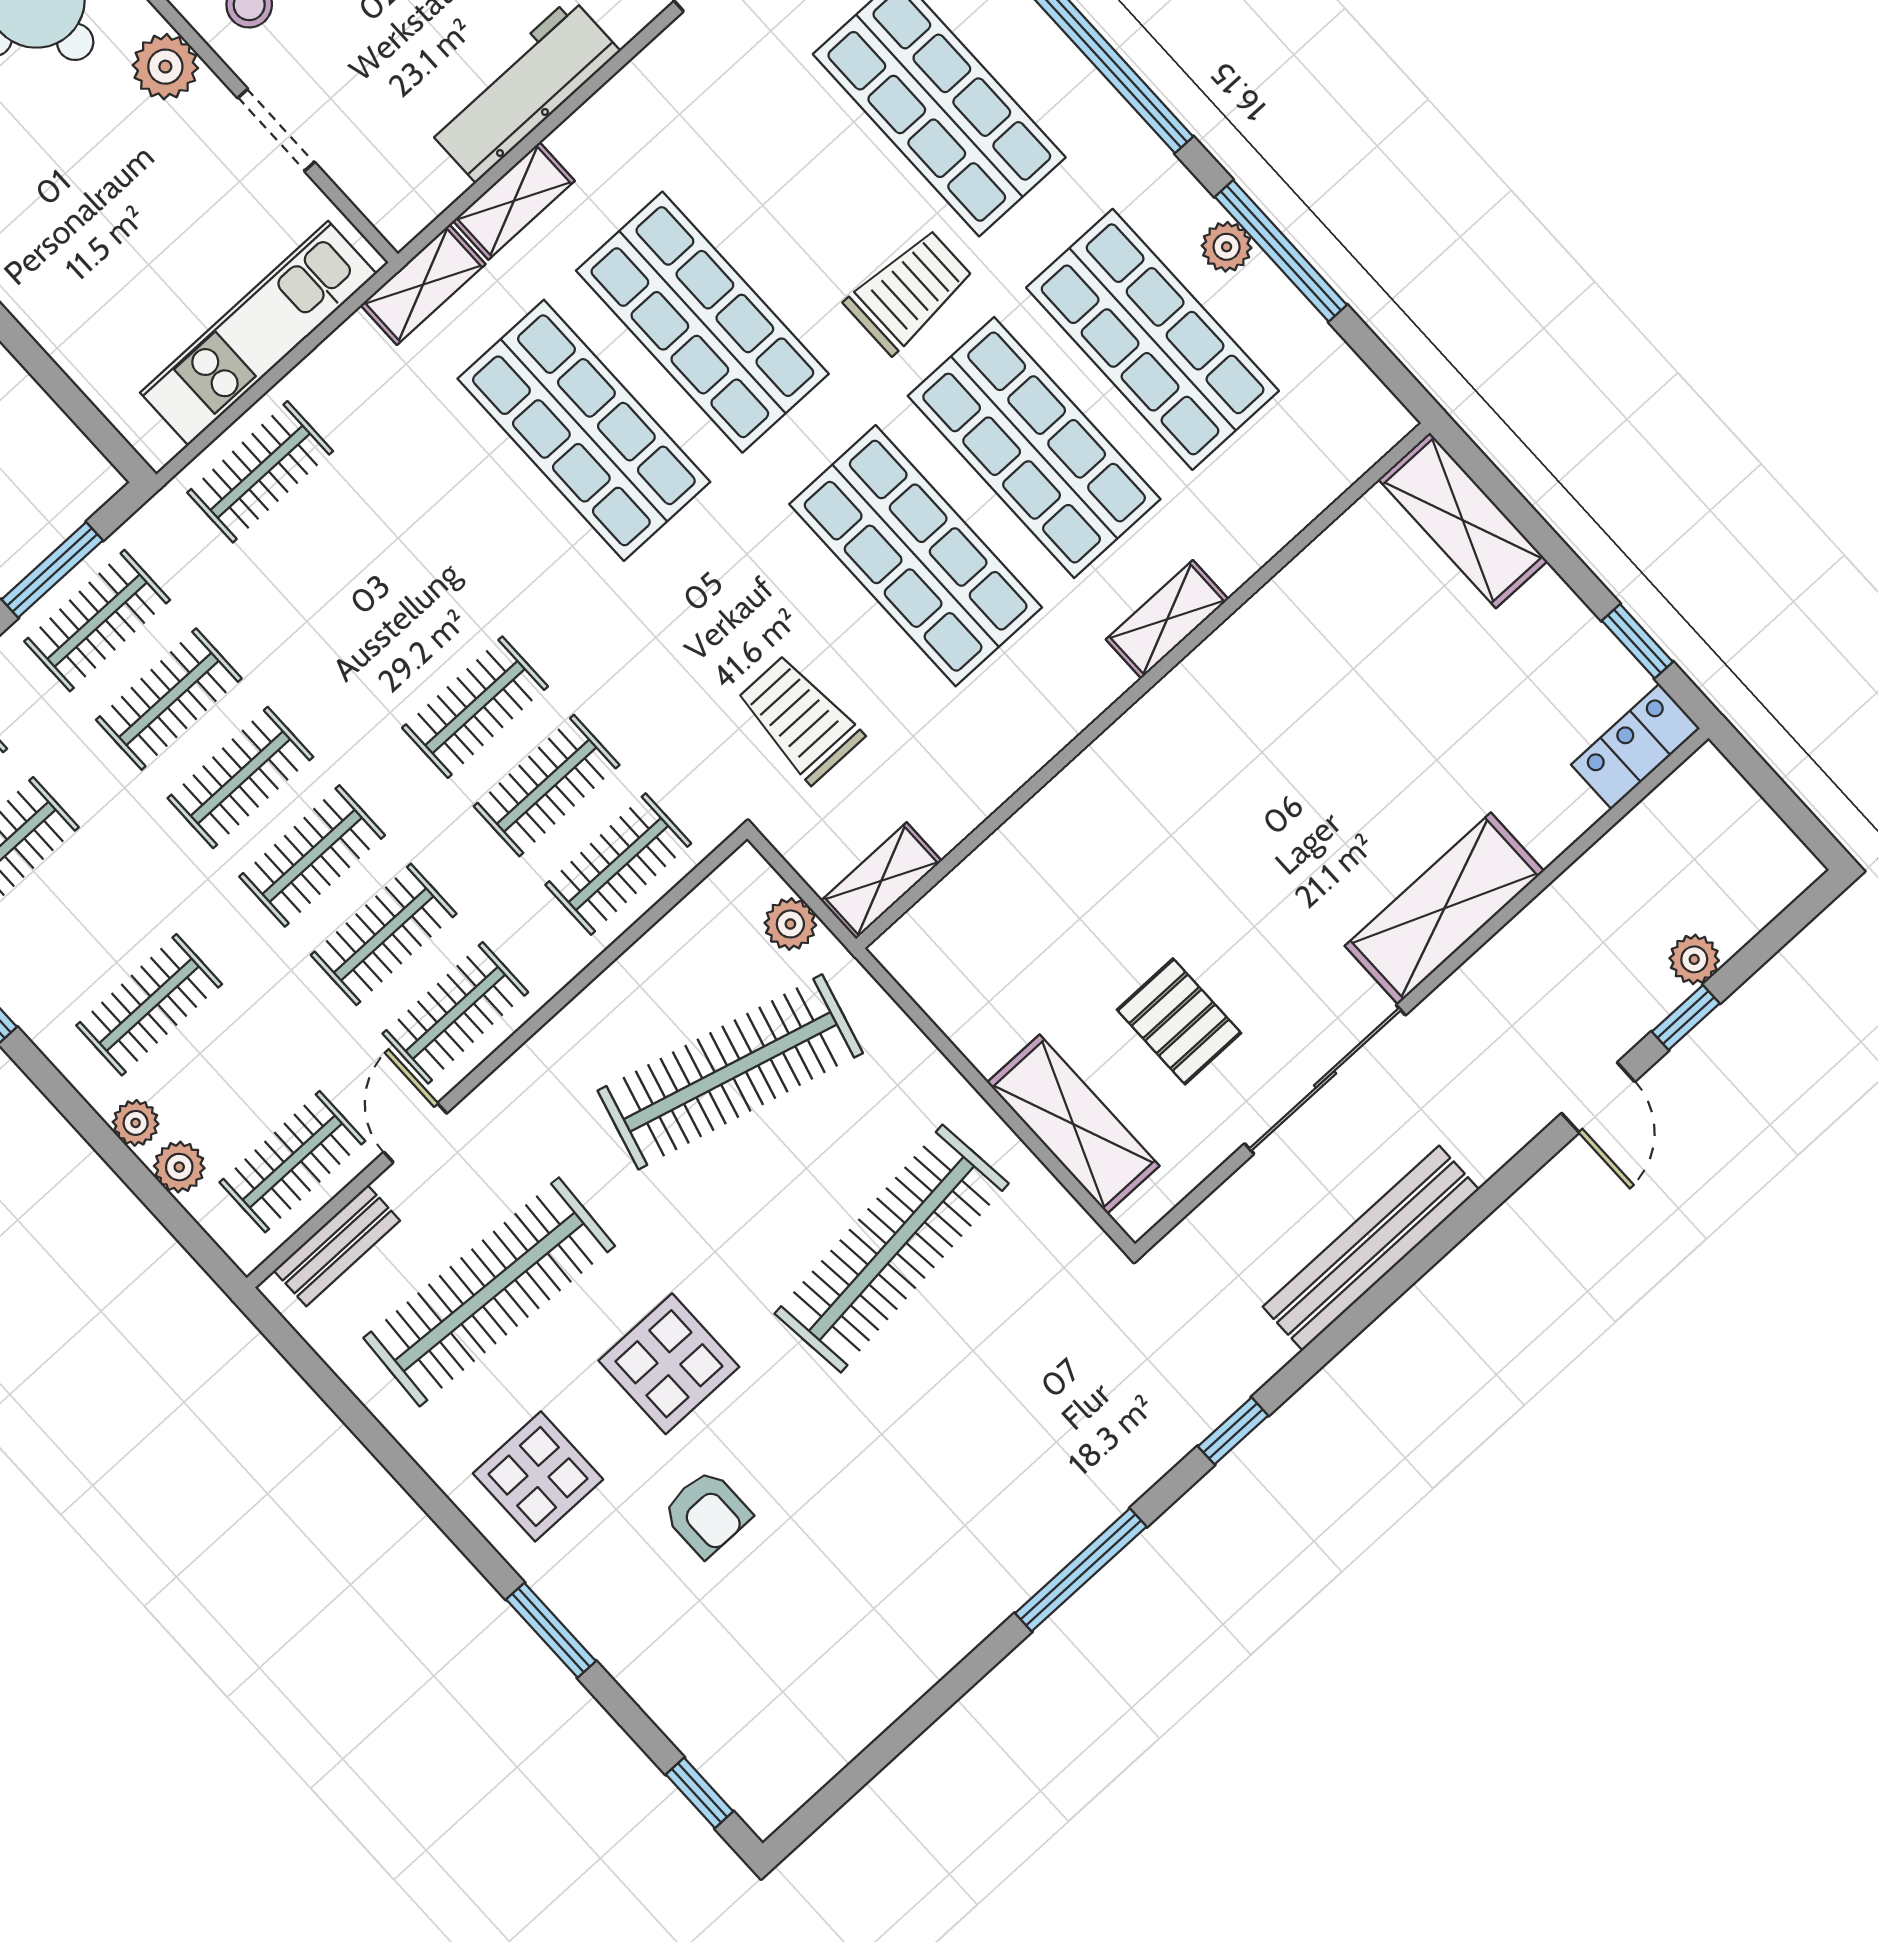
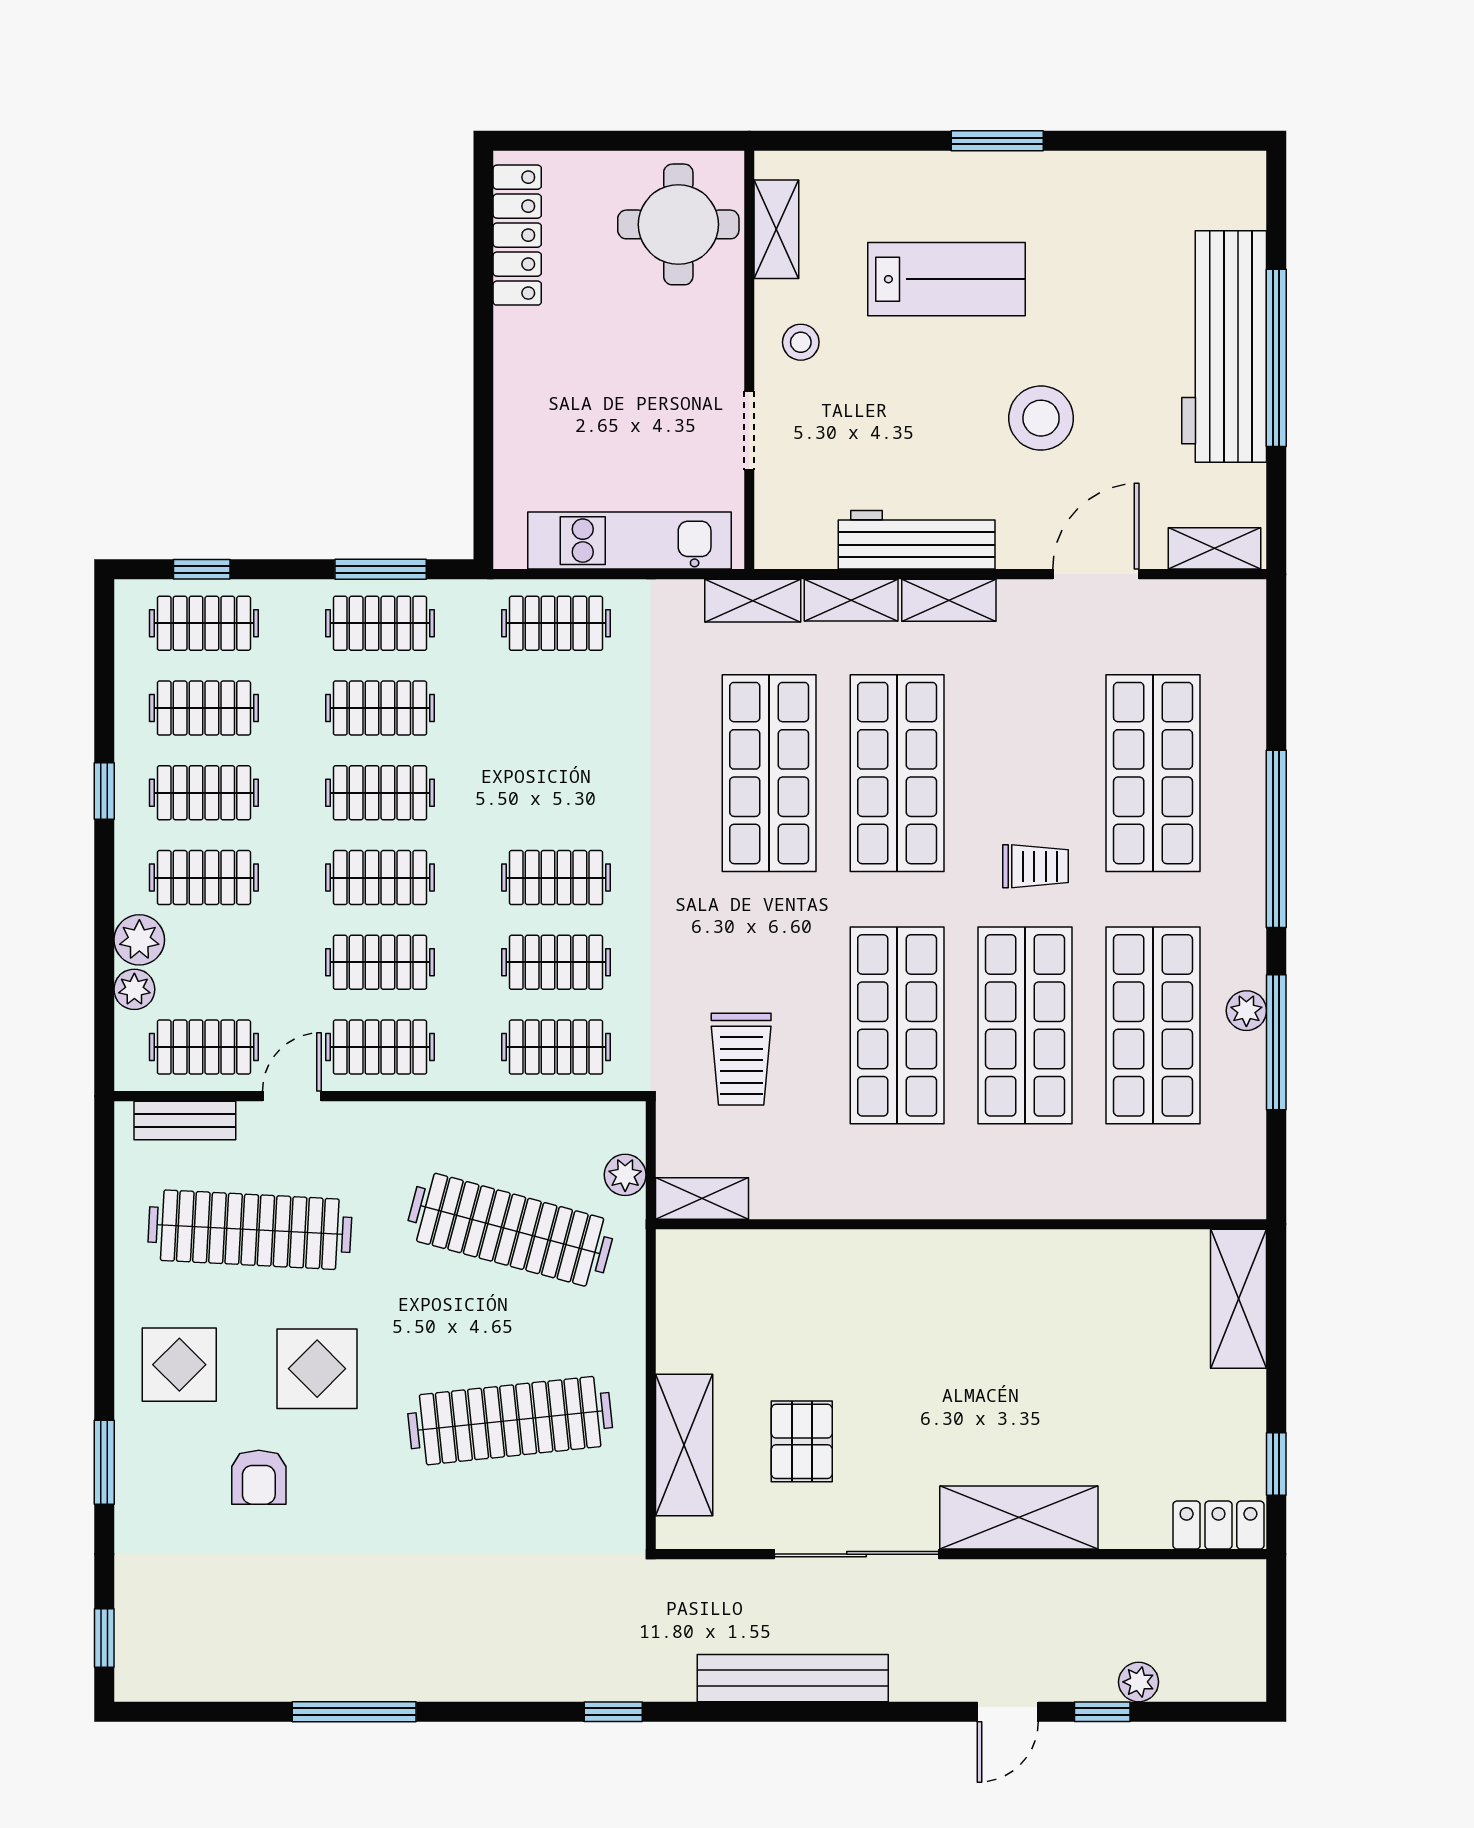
plant: (165, 67) -> (718, 334), removed
trolley: (909, 291) -> (1035, 866), width x0.73, depth x0.72
shelving: (1167, 619) -> (949, 600), moved
trolley: (800, 719) -> (741, 1059), turned 180
clothes rail: (77, 926) -> (204, 793), added
plant: (136, 1123) -> (139, 940), width x1.38, depth x1.38
window: (1081, 1570) -> (354, 1712), moved

